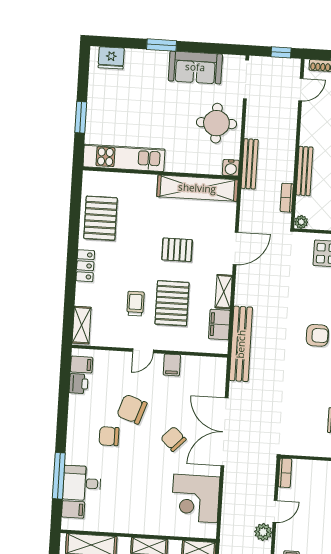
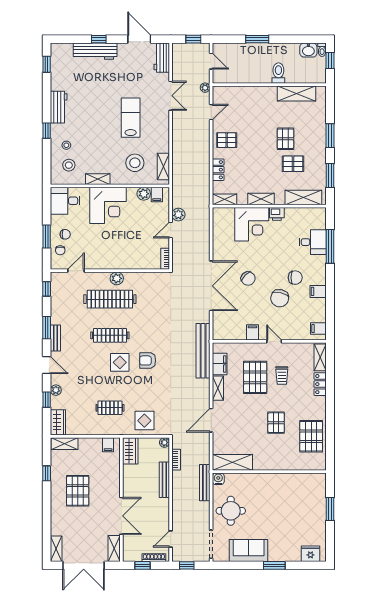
kitchen unit: (124, 158) -> (297, 481), removed
shelving: (197, 188) -> (232, 462), width x0.68
pallet: (177, 250) -> (276, 423), moved, turned 90
locker: (85, 266) -> (320, 384), moved
door: (143, 351) -> (274, 341), hinge flipped
printer: (79, 384) -> (277, 214), moved, turned -90
chair: (132, 409) -> (280, 298), turned 84
corner desk: (195, 498) -> (252, 224), moved, turned 90
filing cabinet: (73, 509) -> (318, 291), moved

